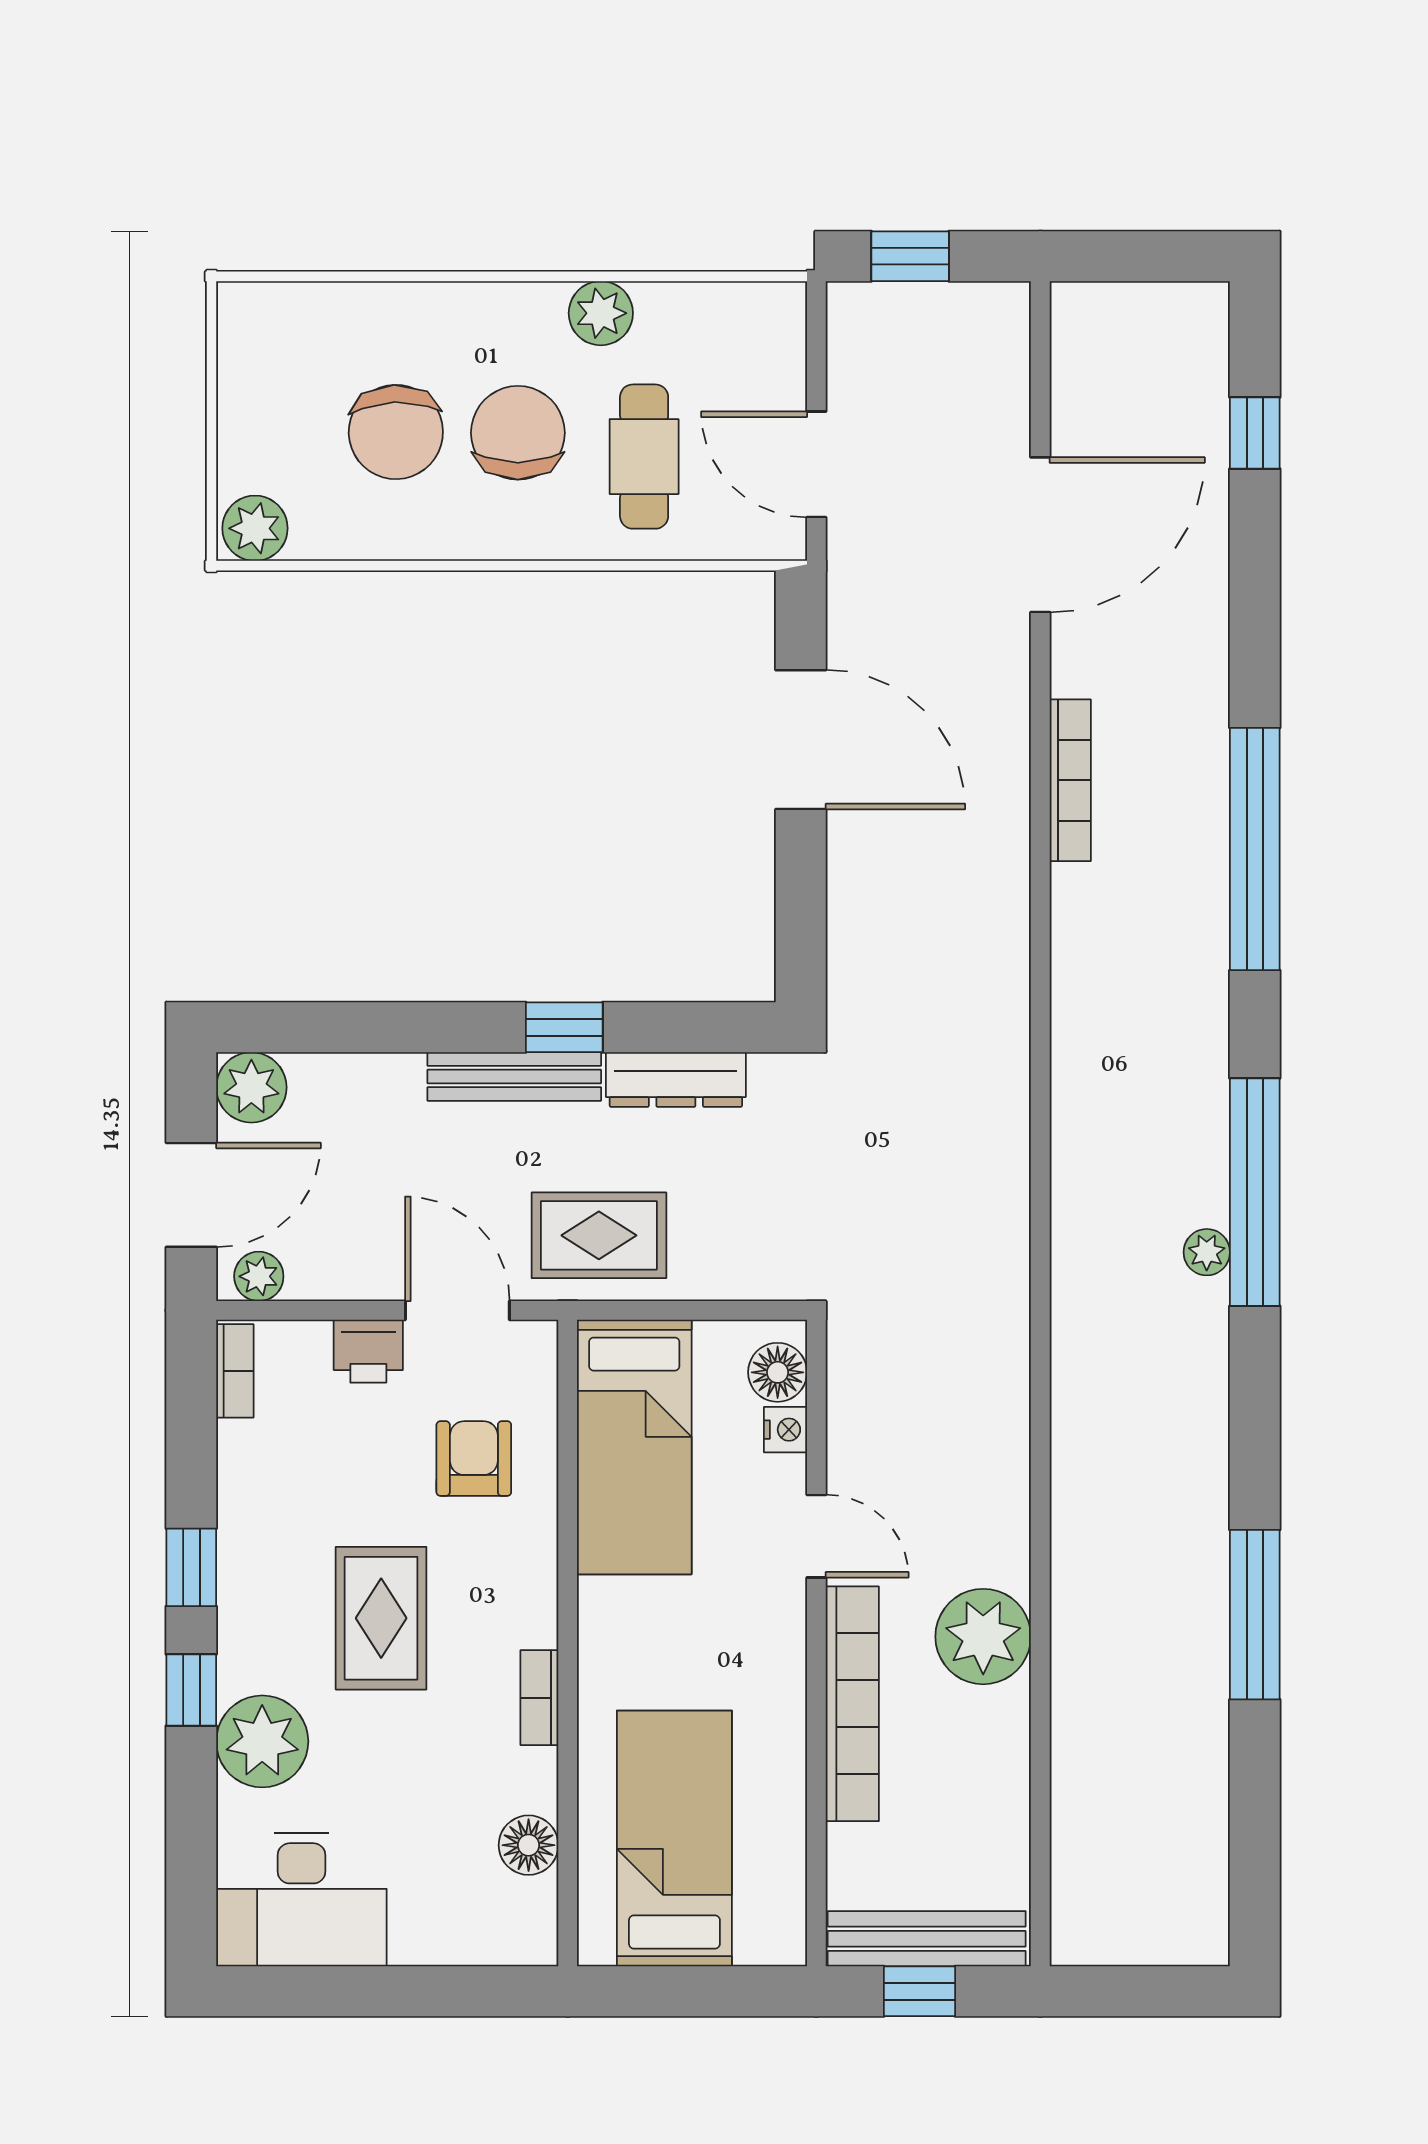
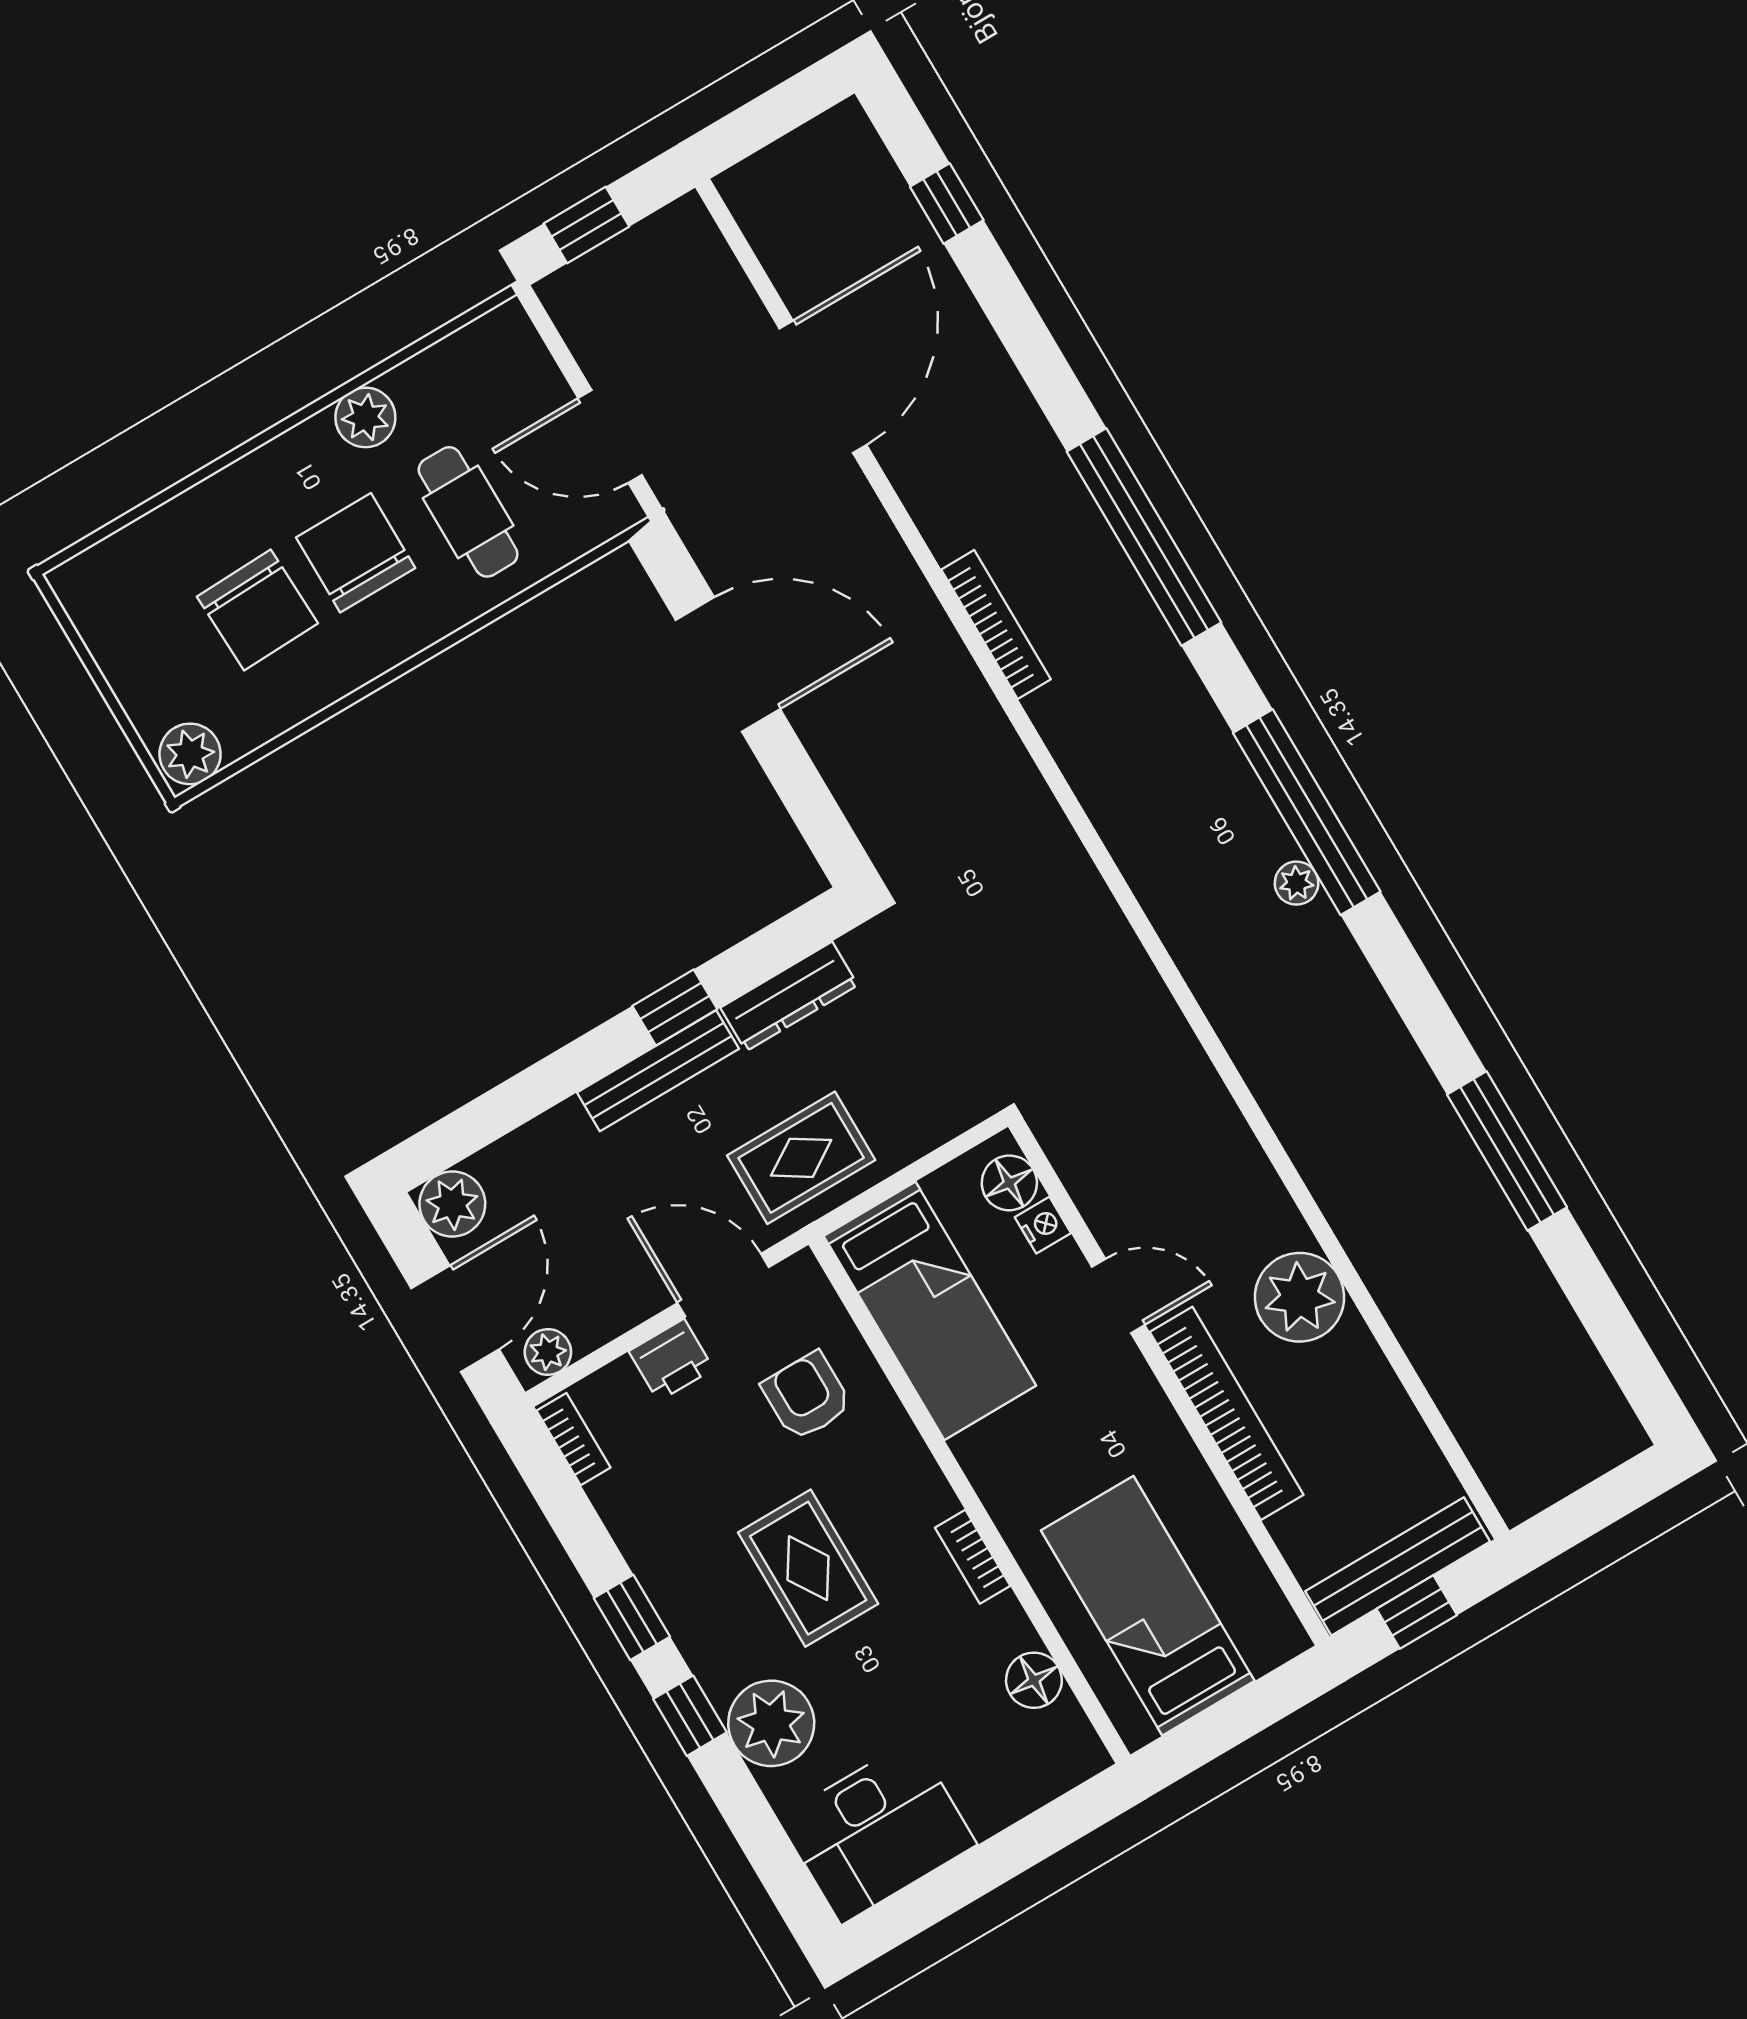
bookcase: (1070, 780) -> (996, 625), moved

